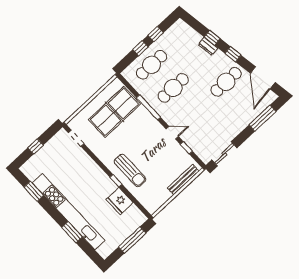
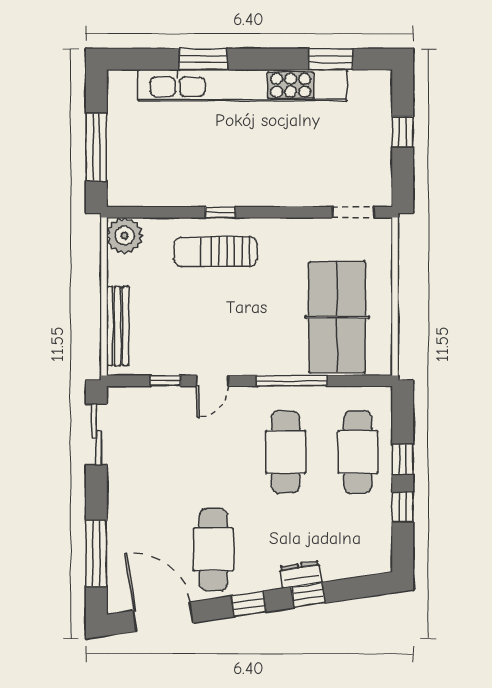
fridge: (120, 201) -> (181, 187), removed
plant: (152, 204) -> (125, 236), added

